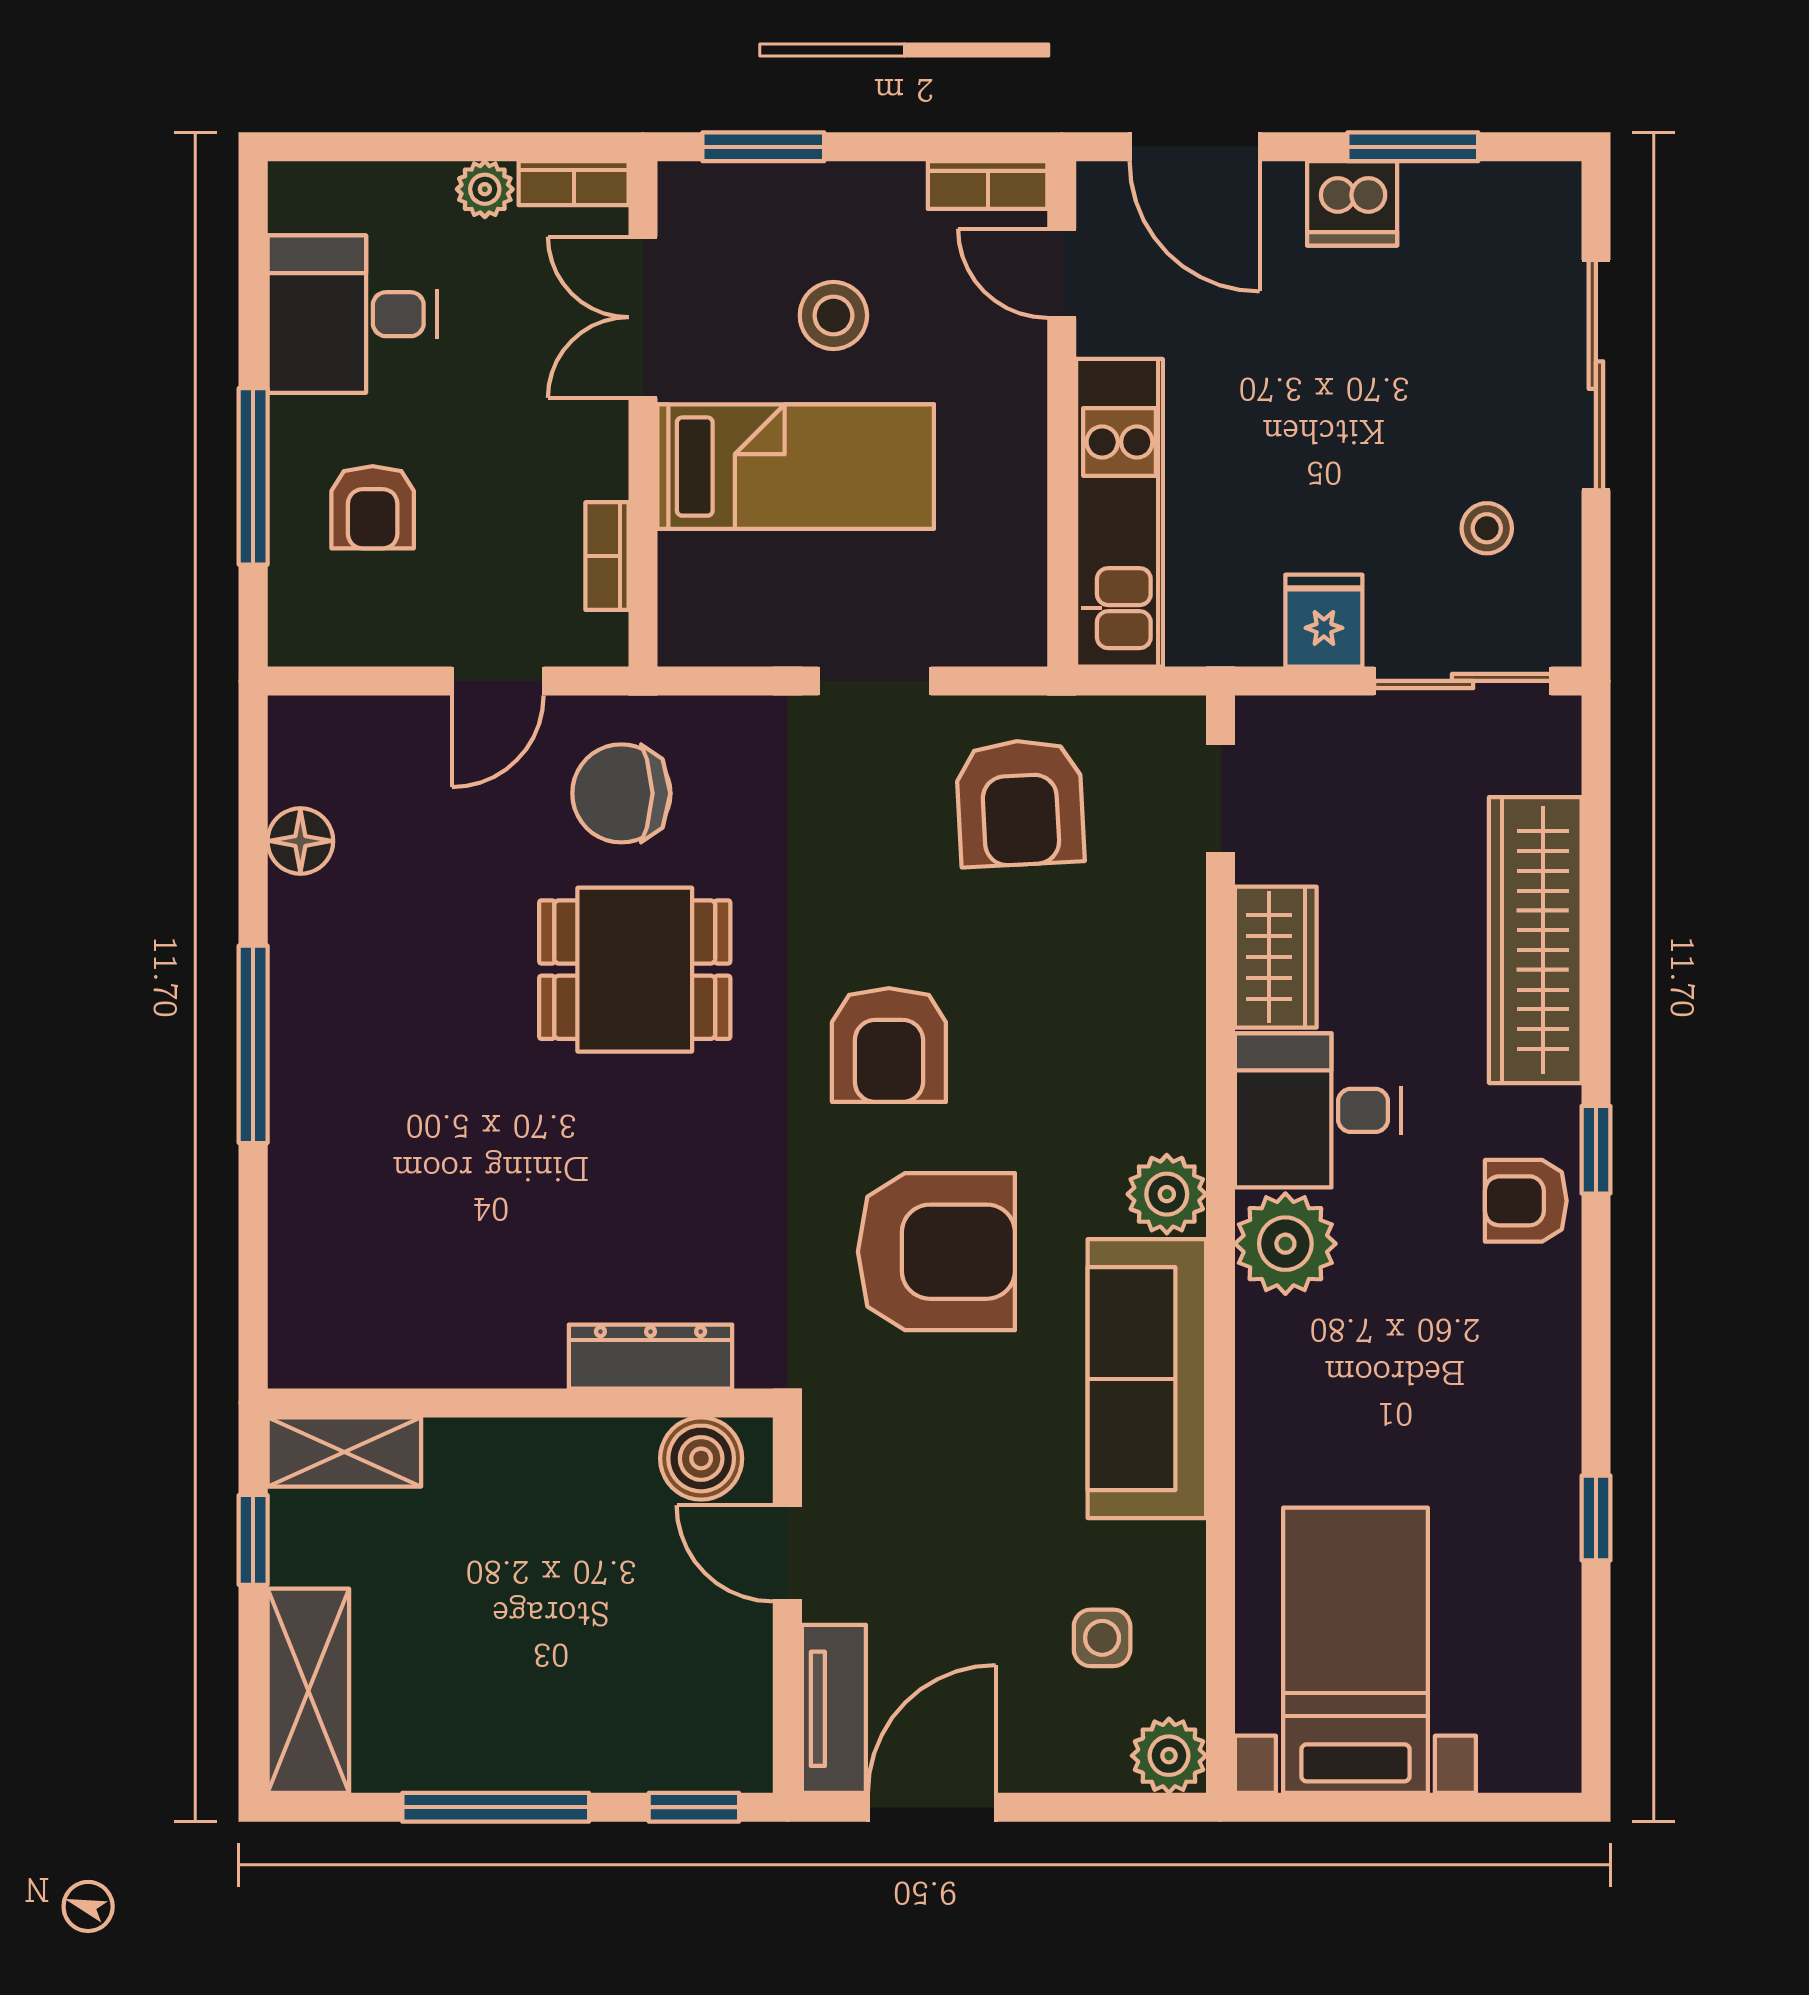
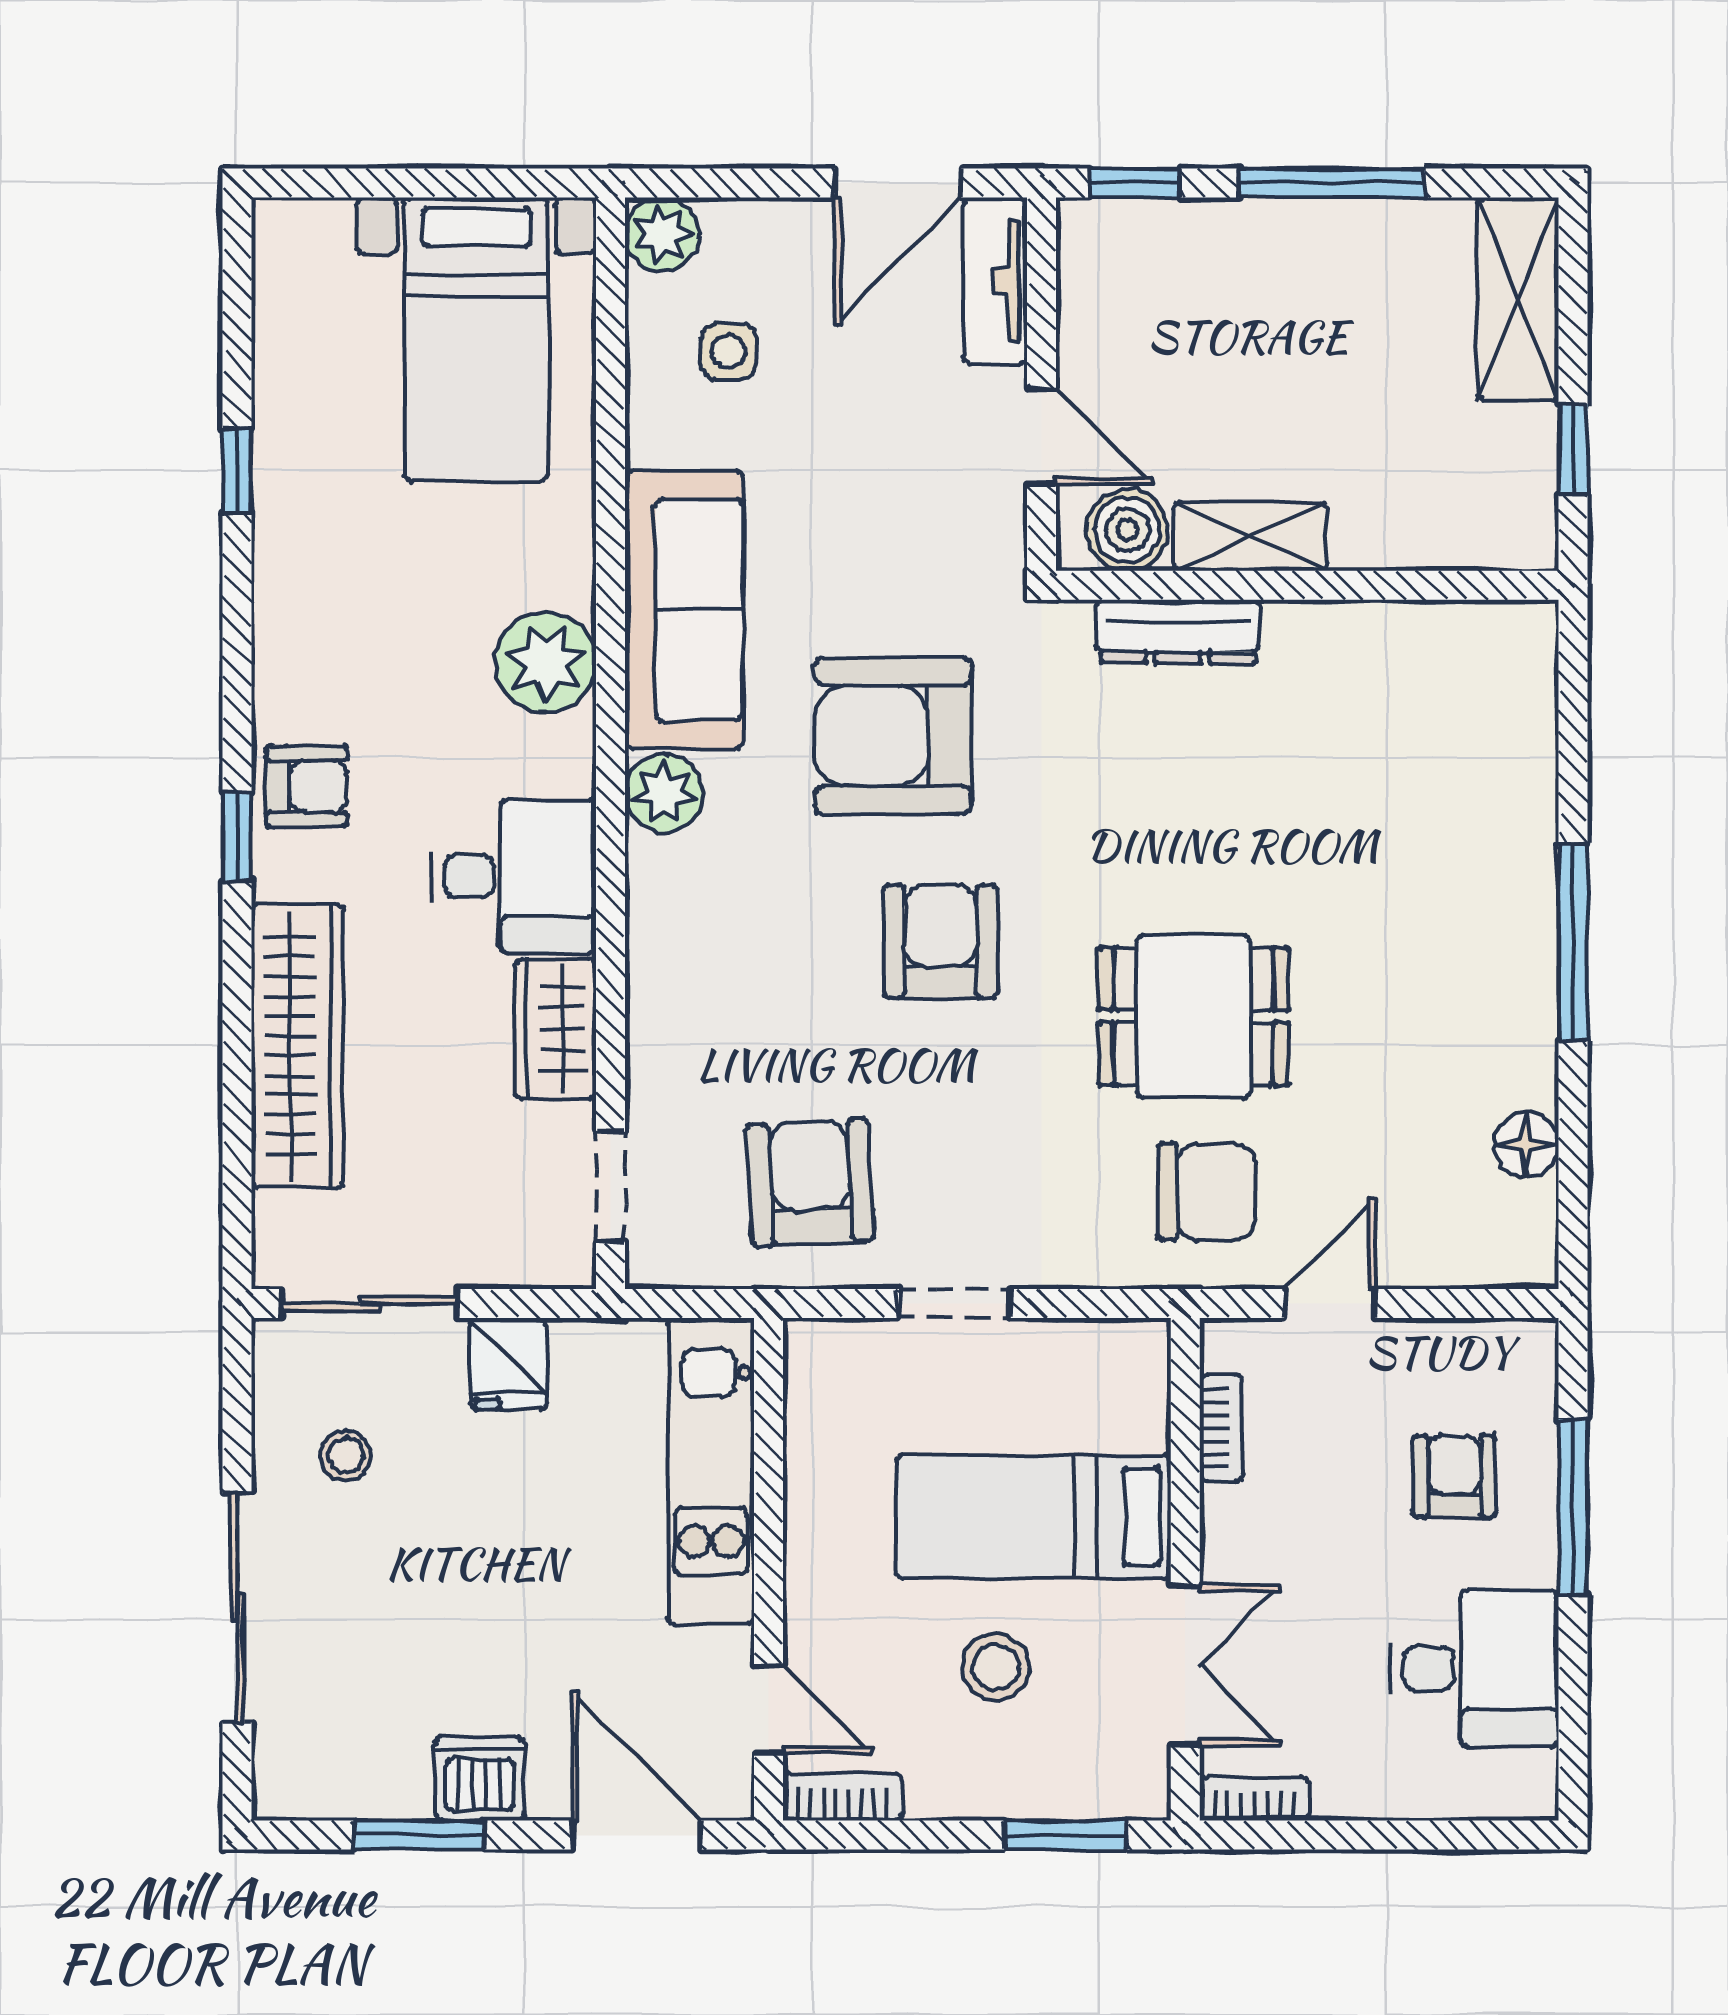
plant: (485, 189) -> (1343, 1793), removed
plant: (1285, 1244) -> (546, 662), moved
shelving: (344, 1452) -> (1250, 536), moved

